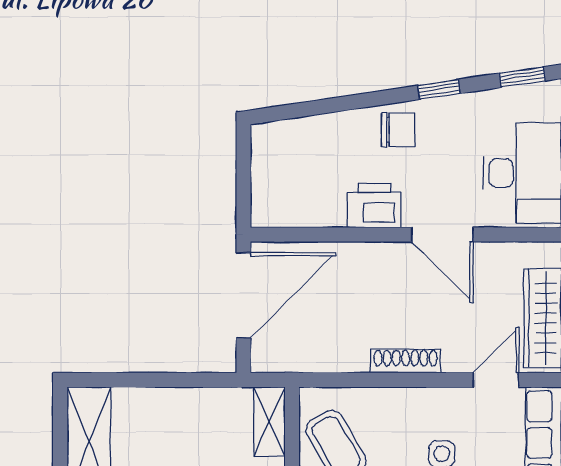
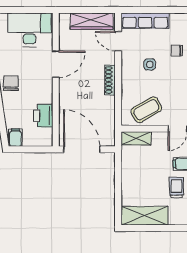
filing cabinet: (271, 141) -> (15, 138), added
printer: (374, 206) -> (43, 116), moved

